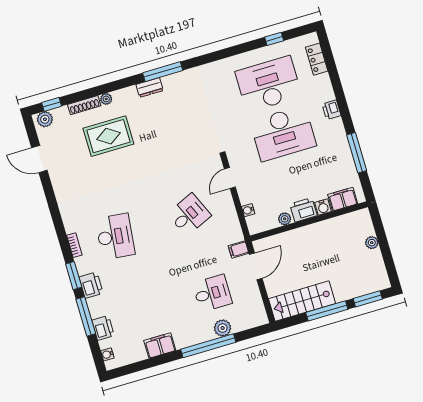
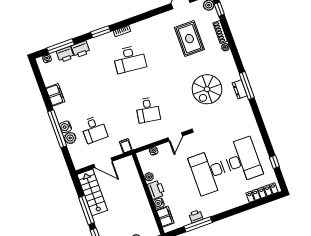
locker: (317, 59) -> (262, 193), width x1.53
dresser: (150, 87) -> (240, 89), moved
printer: (331, 110) -> (196, 216), moved
spiral stairs: (165, 129) -> (207, 89), added
rug: (108, 136) -> (189, 39), moved
door: (230, 178) -> (175, 137), swing flipped
desk: (189, 215) -> (148, 110), turned 33
door: (256, 266) -> (103, 163), moved
printer: (91, 285) -> (81, 49), moved
window: (86, 316) -> (60, 46), moved
water cooler: (206, 334) -> (65, 127), added

